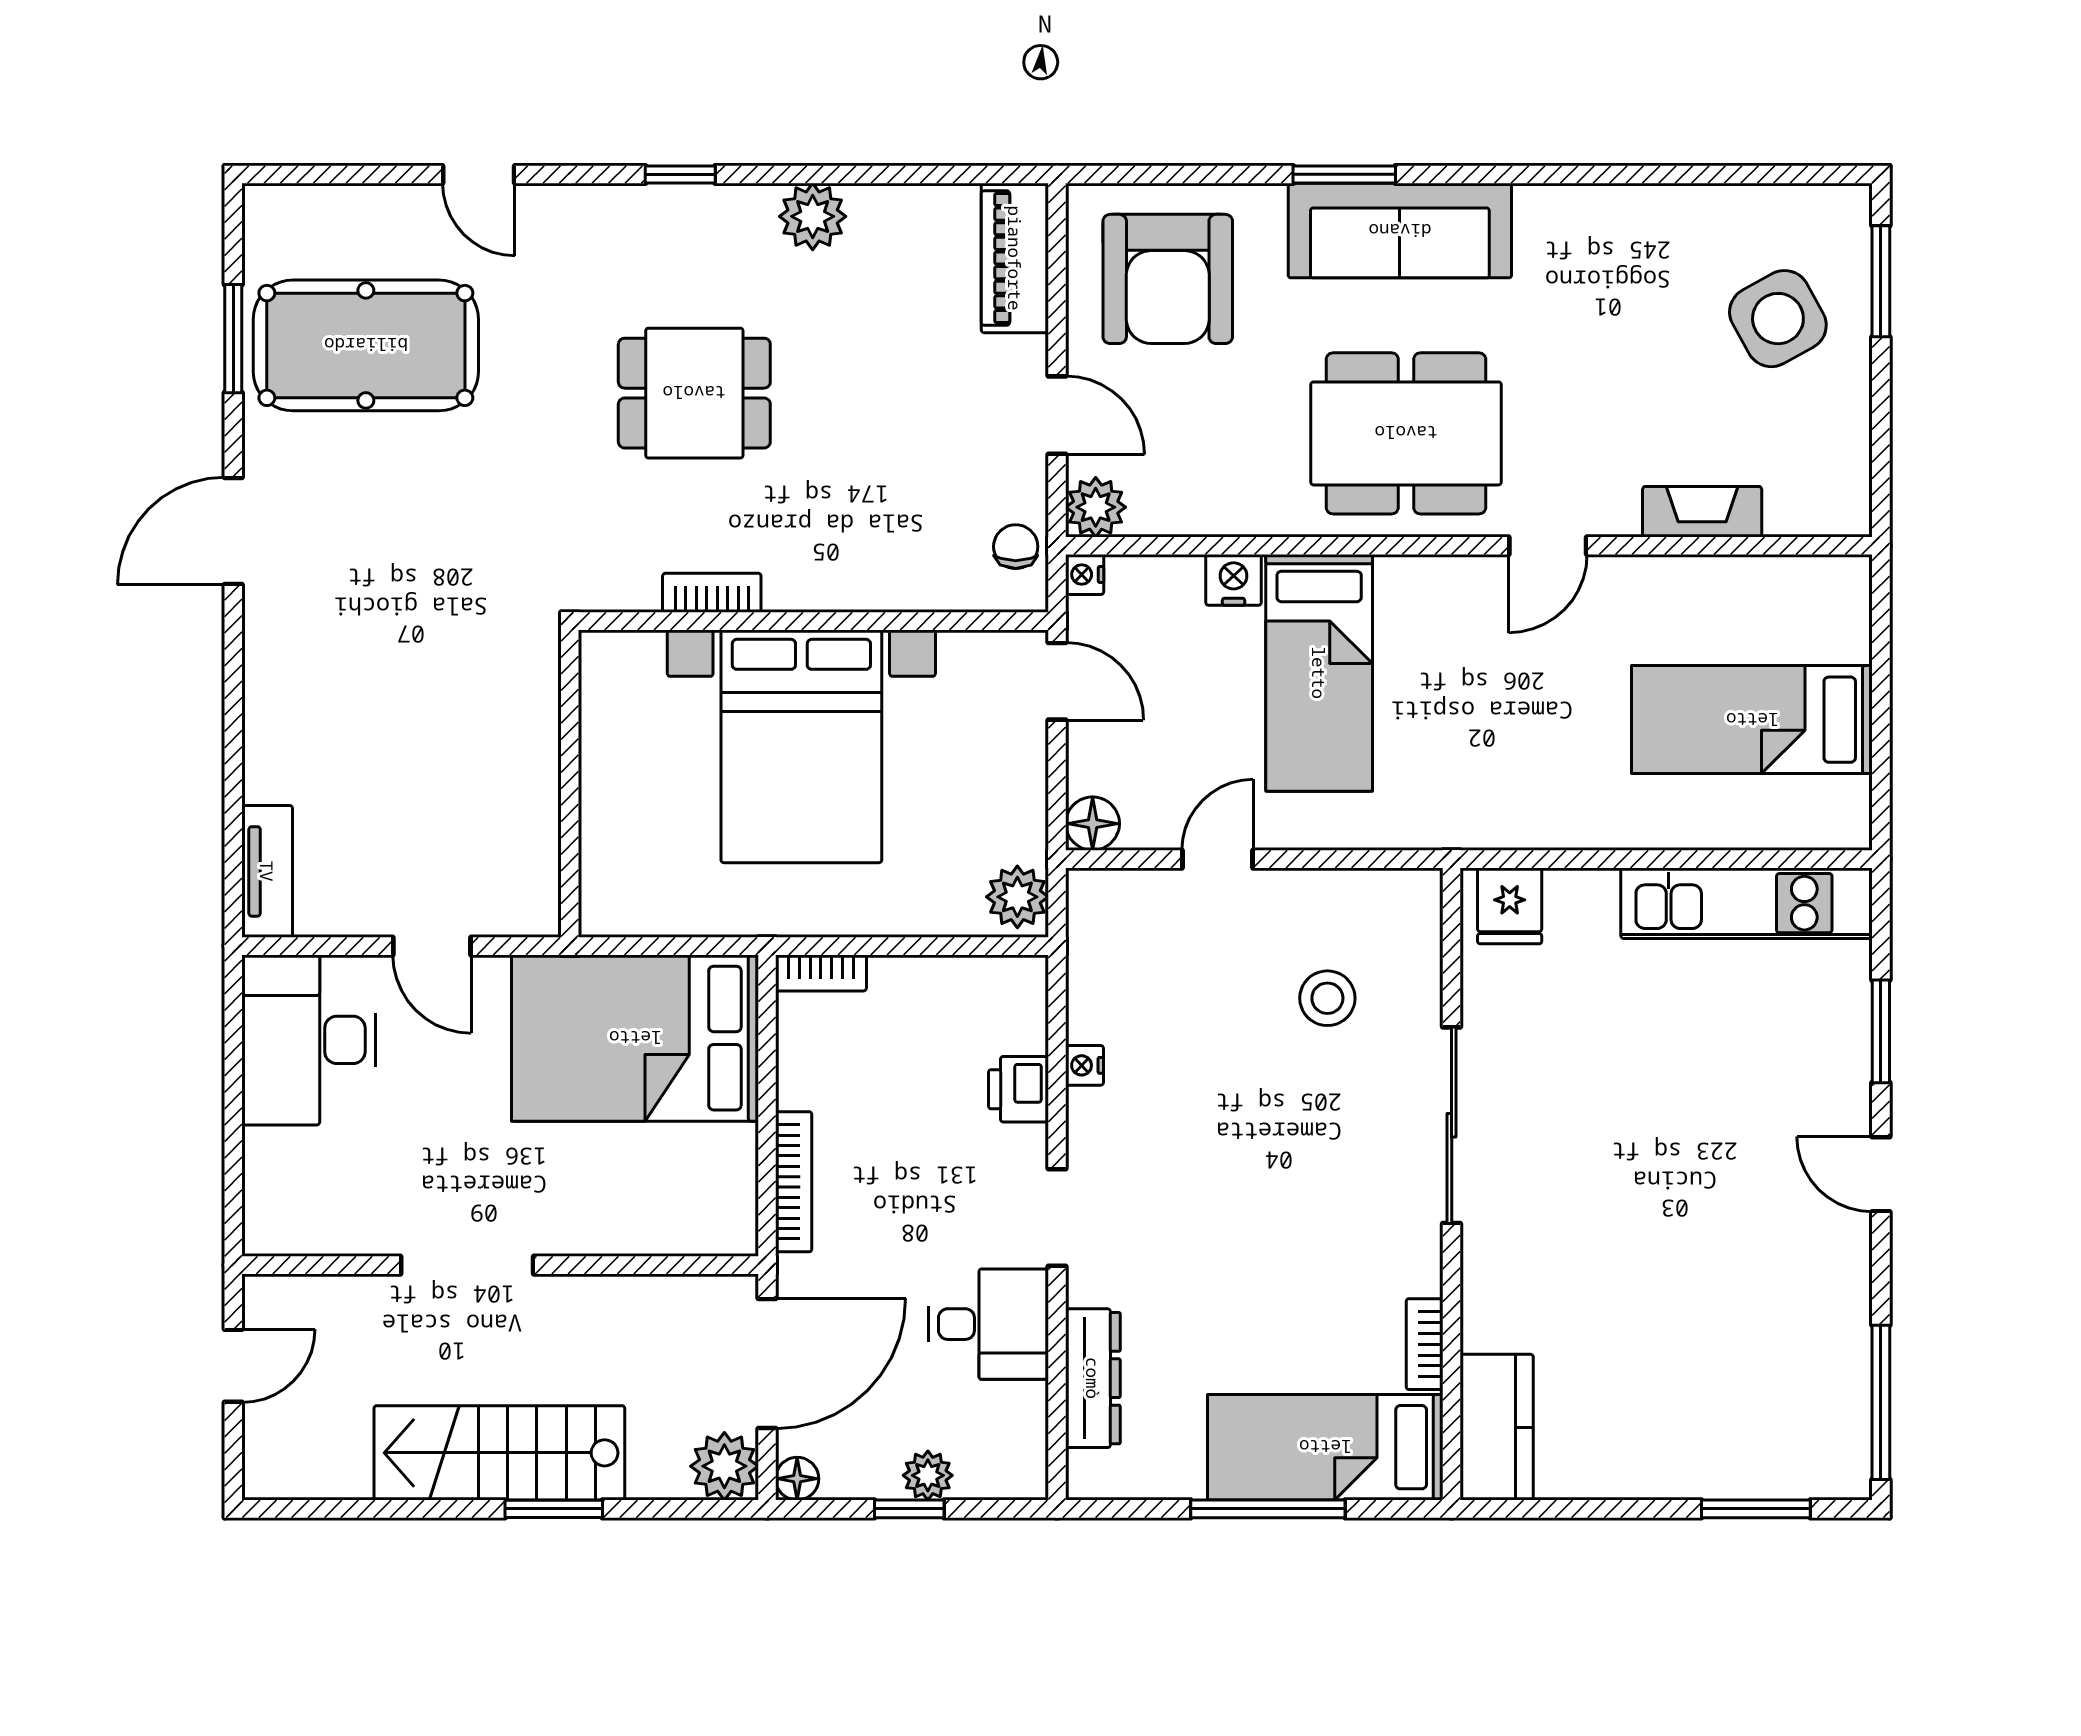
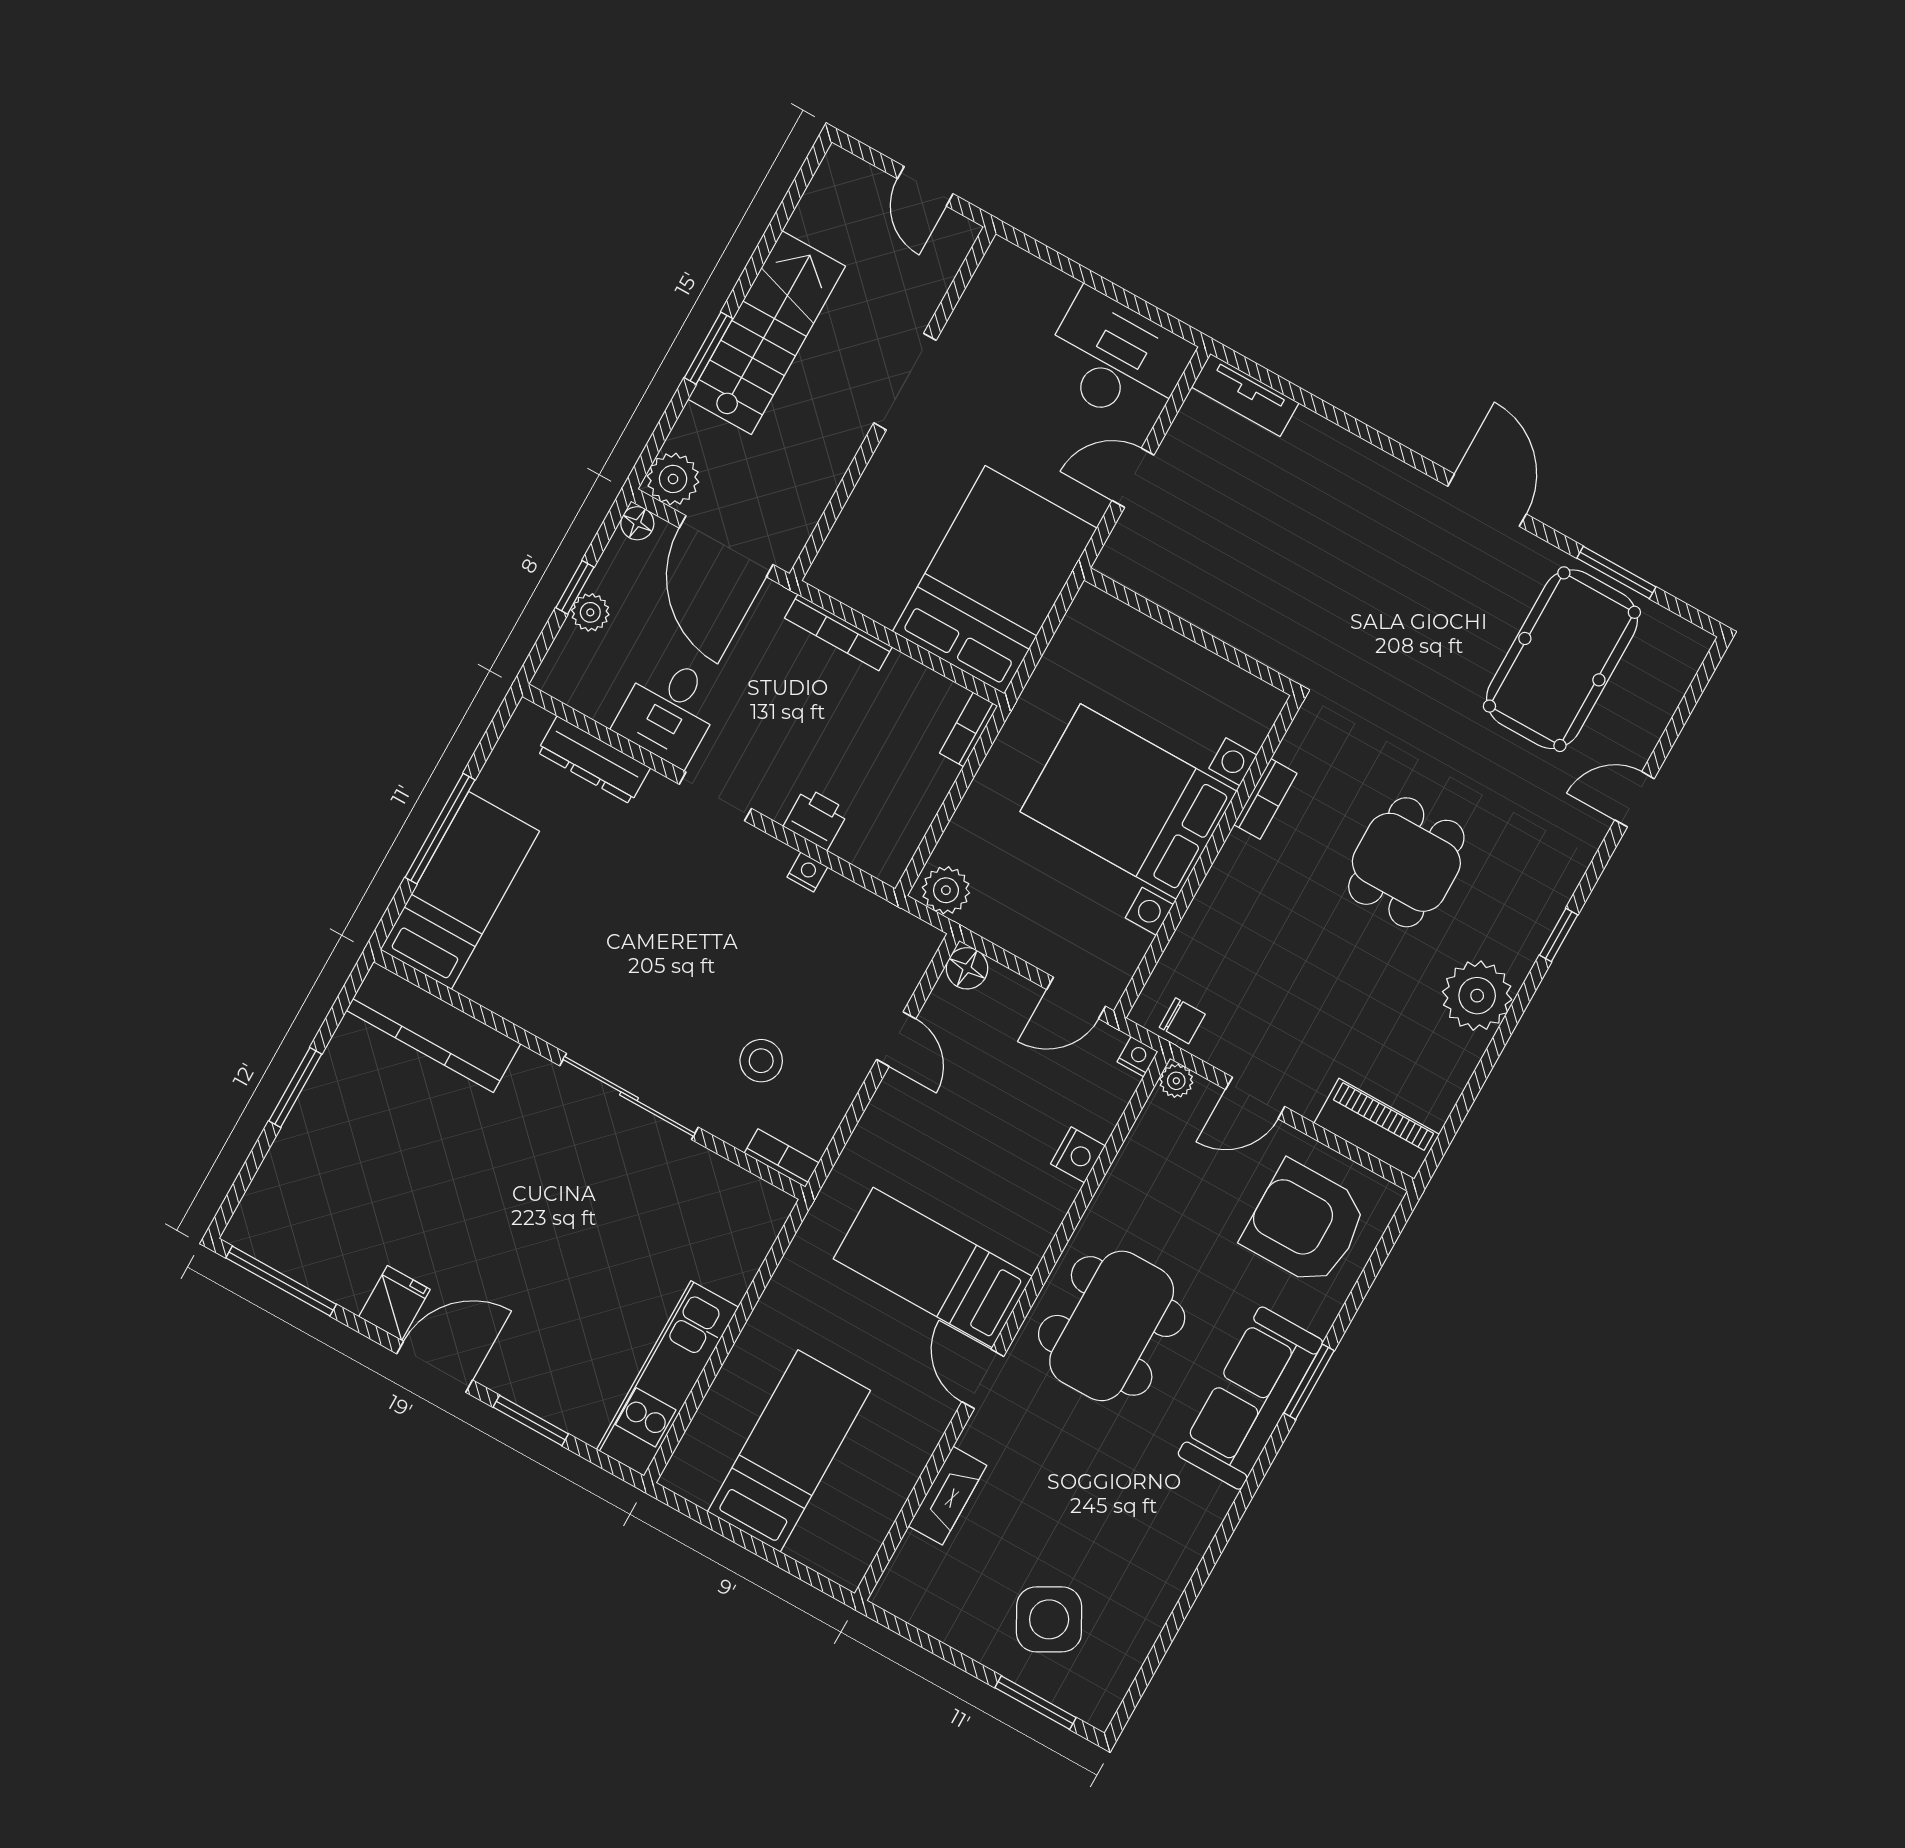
plant: (813, 216) -> (1477, 996), width x1.36, depth x1.36
plant: (1096, 507) -> (1176, 1081), width x0.73, depth x0.73
bed: (1319, 673) -> (933, 1268), moved
fridge: (1510, 906) -> (394, 1303), moved, turned 90
door: (1881, 1174) -> (435, 1367), width x1.38
bookcase: (1425, 1344) -> (782, 1158), moved
kitchen counter: (1497, 1427) -> (433, 1027), width x1.50
window: (1756, 1509) -> (295, 1087), moved

